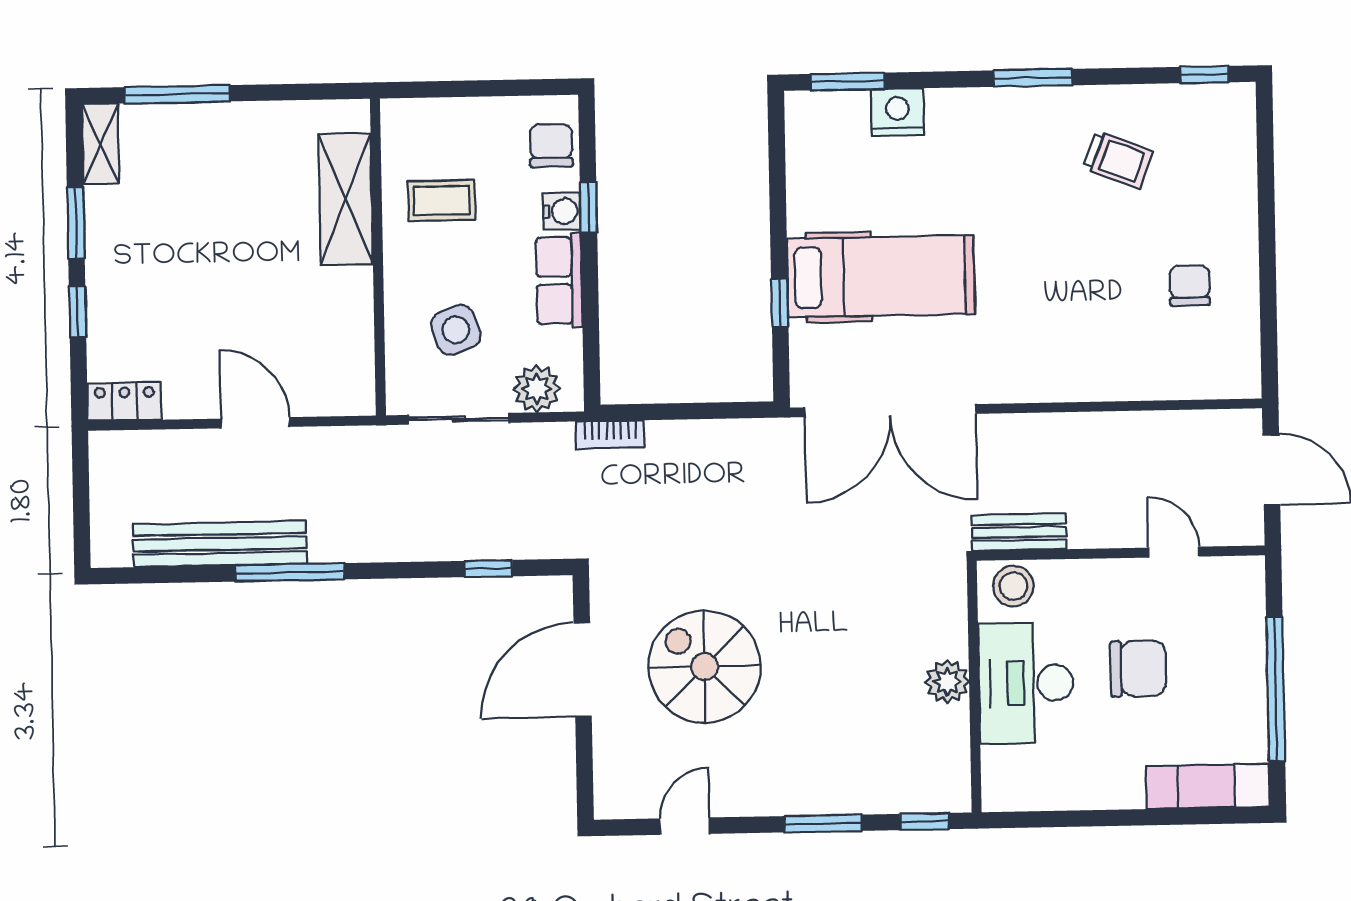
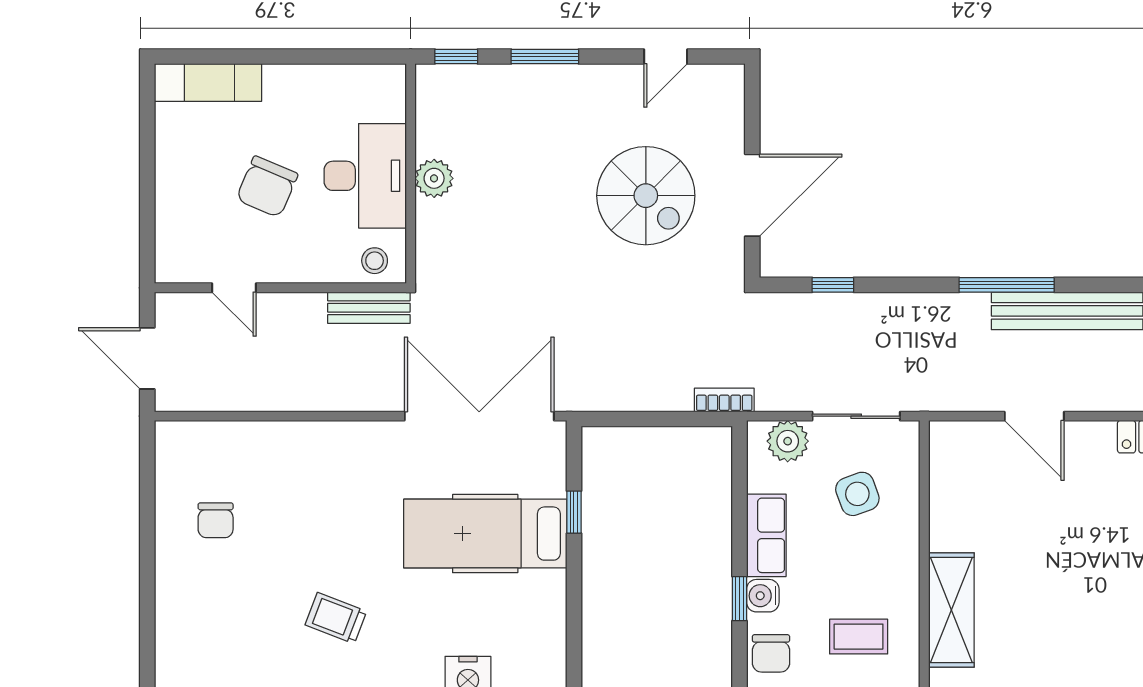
trolley: (1118, 160) -> (336, 618), moved
coffee table: (442, 201) -> (859, 637), moved
stool: (1013, 586) -> (375, 261), width x0.73, depth x0.73
chair: (1138, 668) -> (267, 187), turned -67
window: (1276, 689) -> (147, 167), removed

